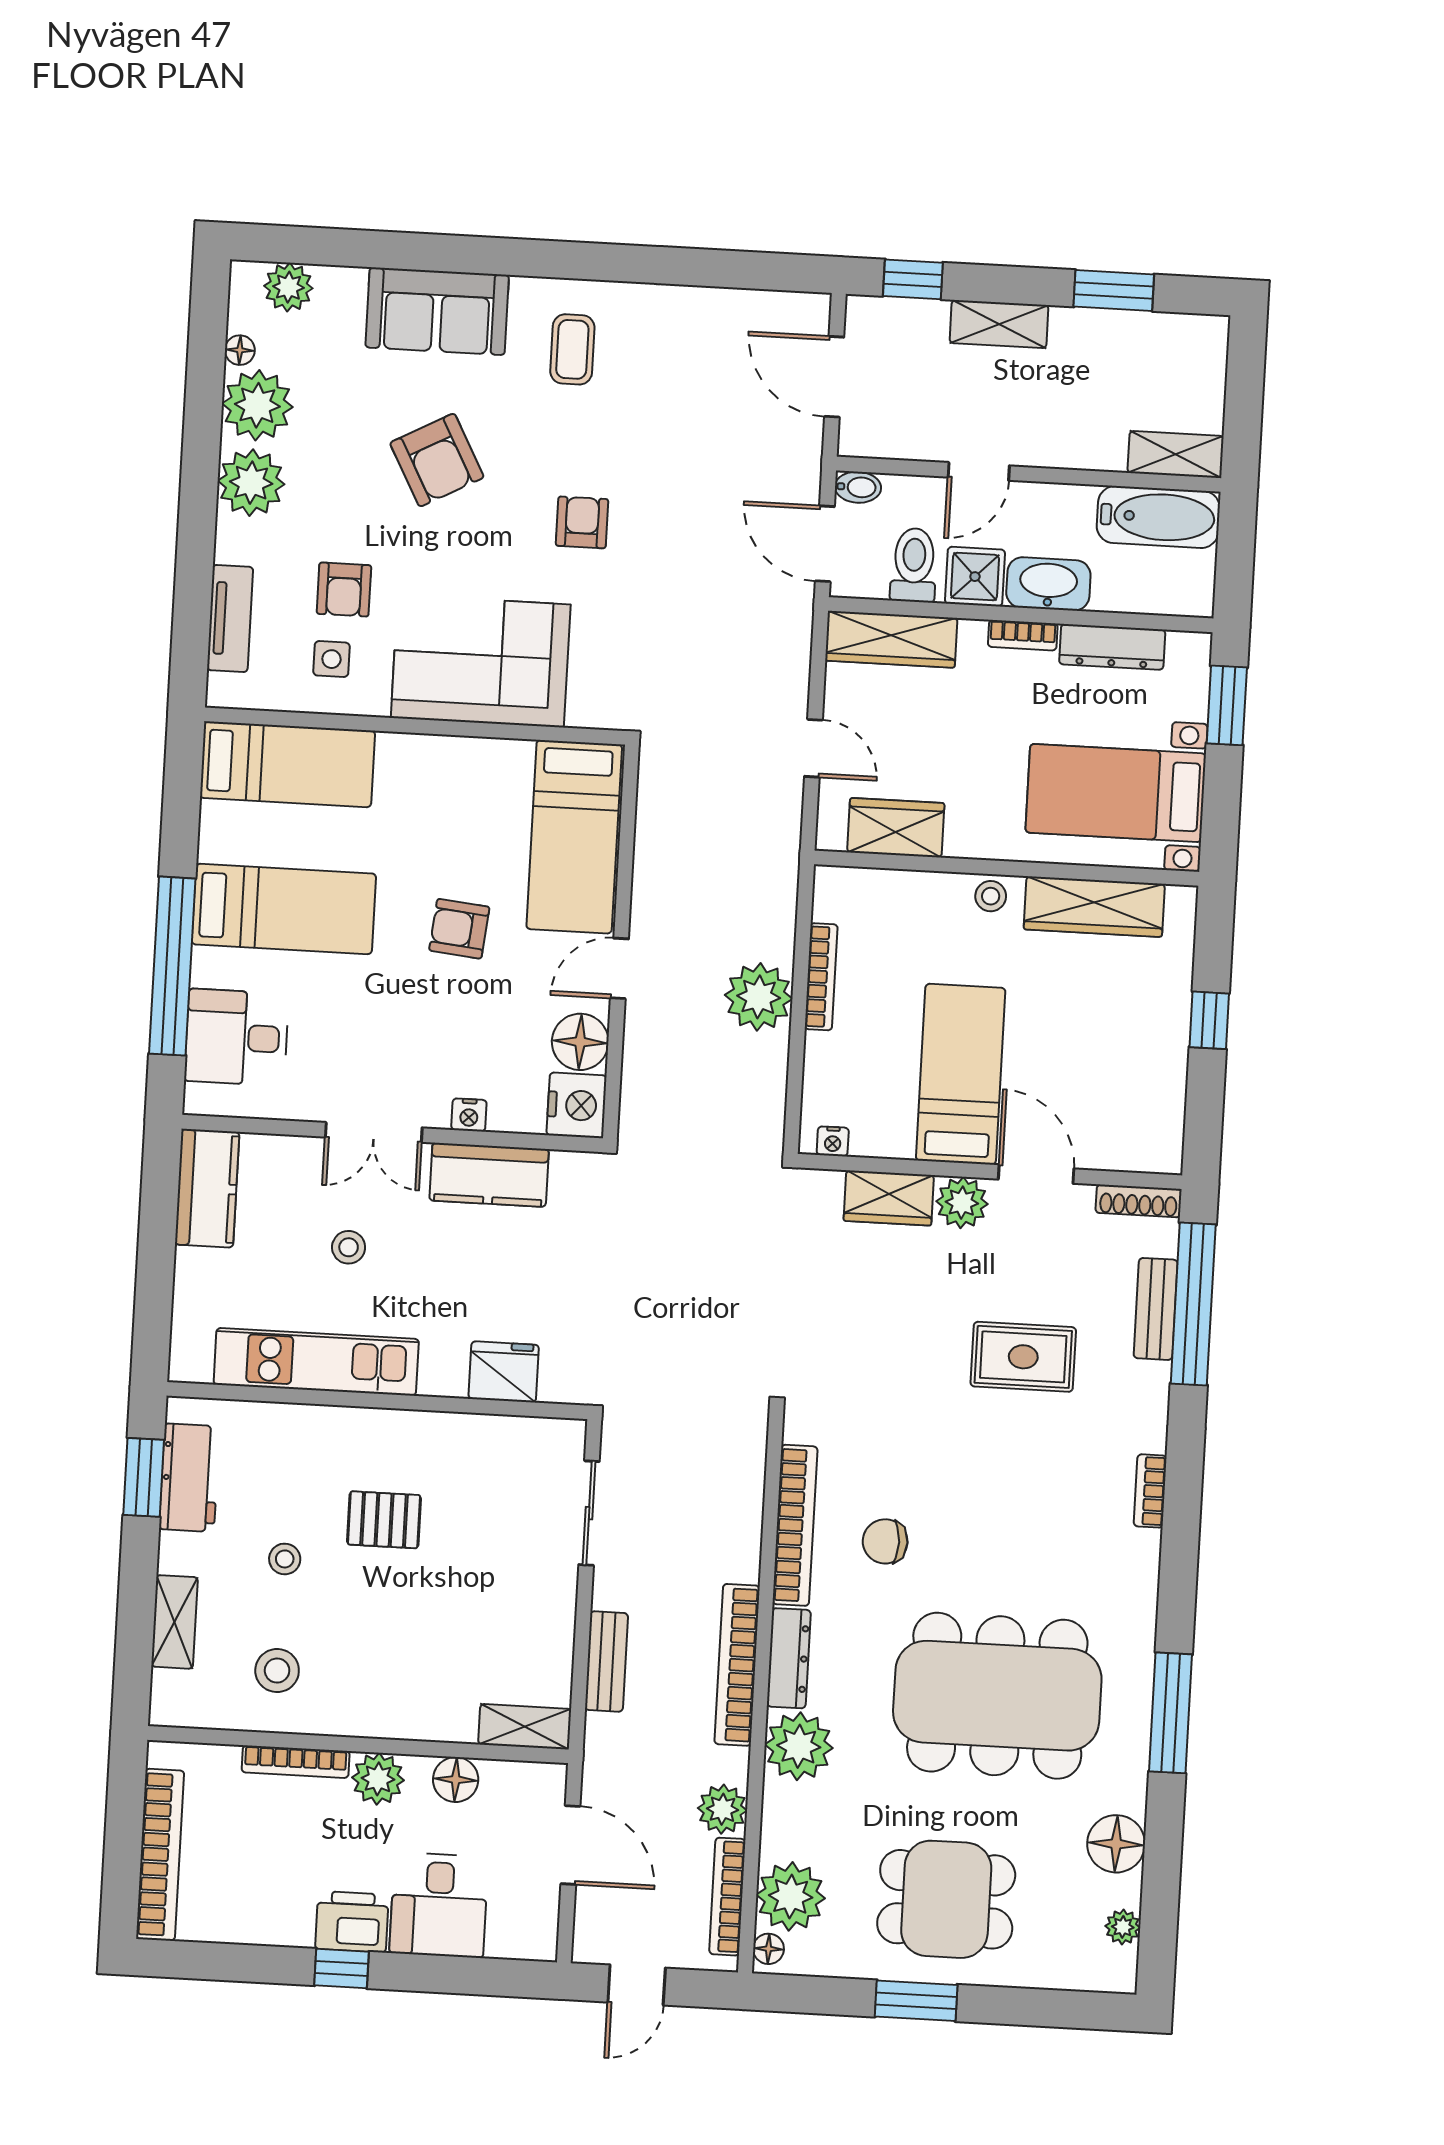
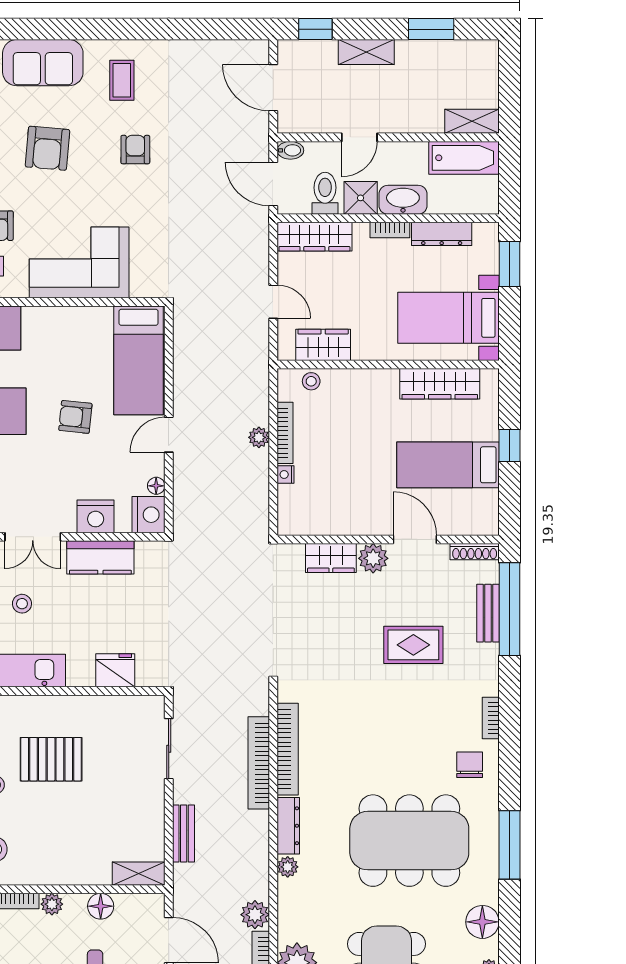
armchair: (437, 460) -> (47, 148), turned 33
armchair: (582, 522) -> (135, 150), moved
stool: (991, 896) -> (311, 381), moved
plant: (759, 997) -> (259, 437), width x0.53, depth x0.53
floor lamp: (580, 1042) -> (156, 486), width x0.53, depth x0.53
bed: (961, 1074) -> (448, 465), moved, turned -90
nightstand: (469, 1115) -> (96, 516), width x1.89, depth x1.79
nightstand: (833, 1141) -> (285, 474), moved, turned 90
pallet: (384, 1520) -> (51, 759), width x1.50, depth x1.42
chair: (885, 1541) -> (470, 765), moved, turned 90
bookcase: (737, 1665) -> (259, 763), moved
plant: (799, 1746) -> (288, 867), width x0.53, depth x0.53
plant: (378, 1779) -> (52, 904), width x0.73, depth x0.73

